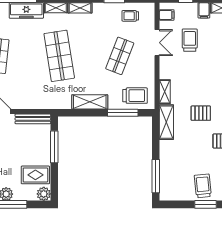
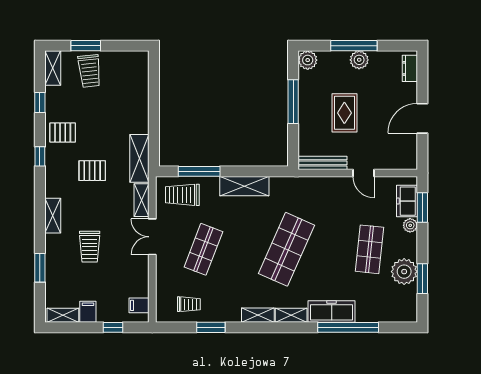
trolley: (190, 40) -> (90, 247), moved
double door: (157, 43) -> (152, 237), moved
shop shelf: (59, 56) -> (286, 249), turned 33
window: (54, 147) -> (293, 102), moved
rug: (35, 175) -> (344, 113), moved, turned 90
window: (156, 176) -> (154, 84), removed

